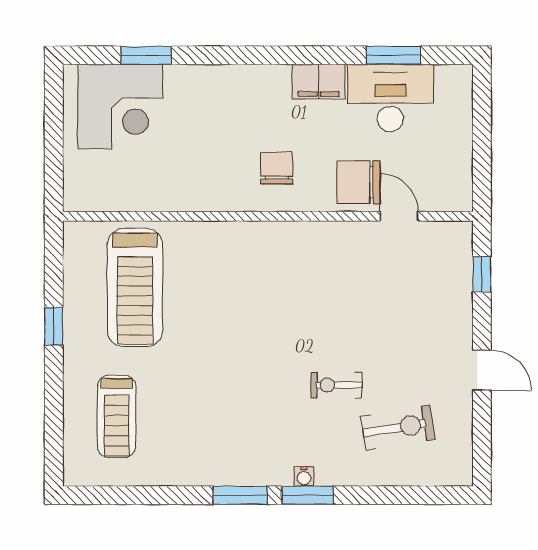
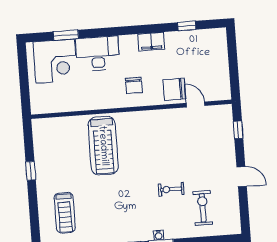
window: (393, 55) -> (187, 26), width x0.67
desk: (390, 98) -> (98, 54), moved
chair: (277, 168) -> (134, 85), turned 180
treadmill: (135, 288) -> (103, 146), moved
exercise bike: (398, 428) -> (203, 208), turned -81

